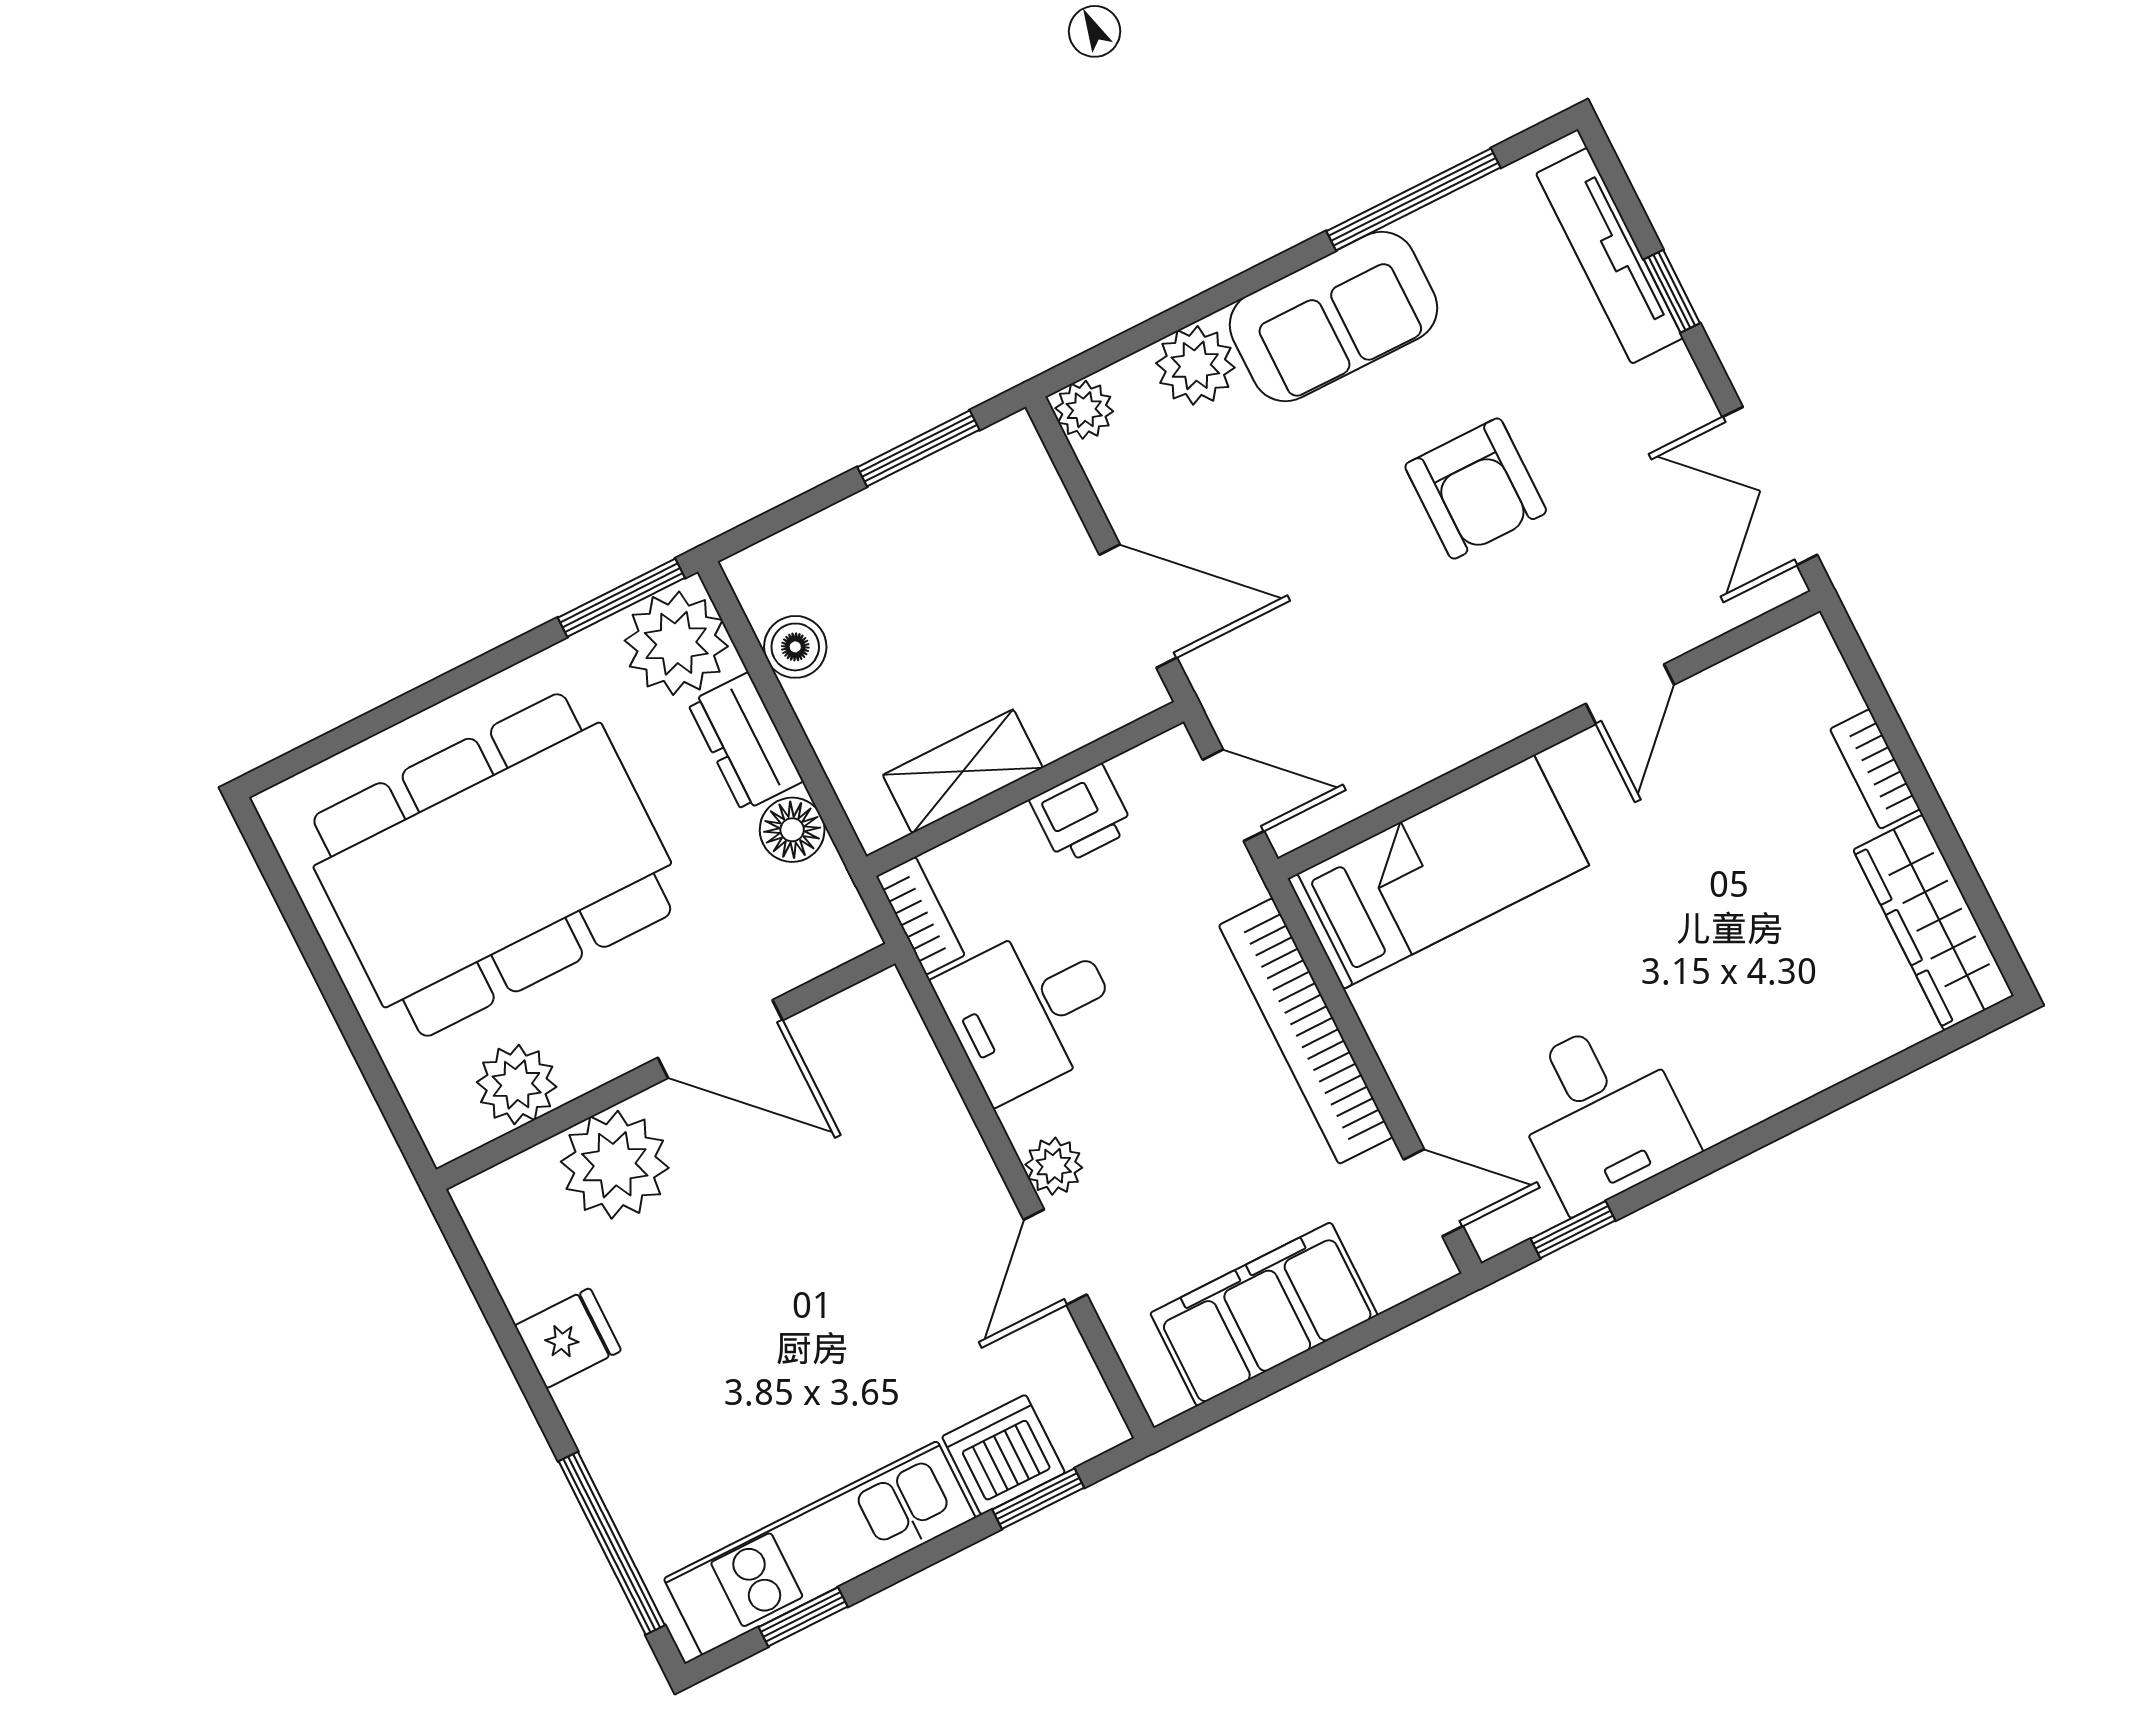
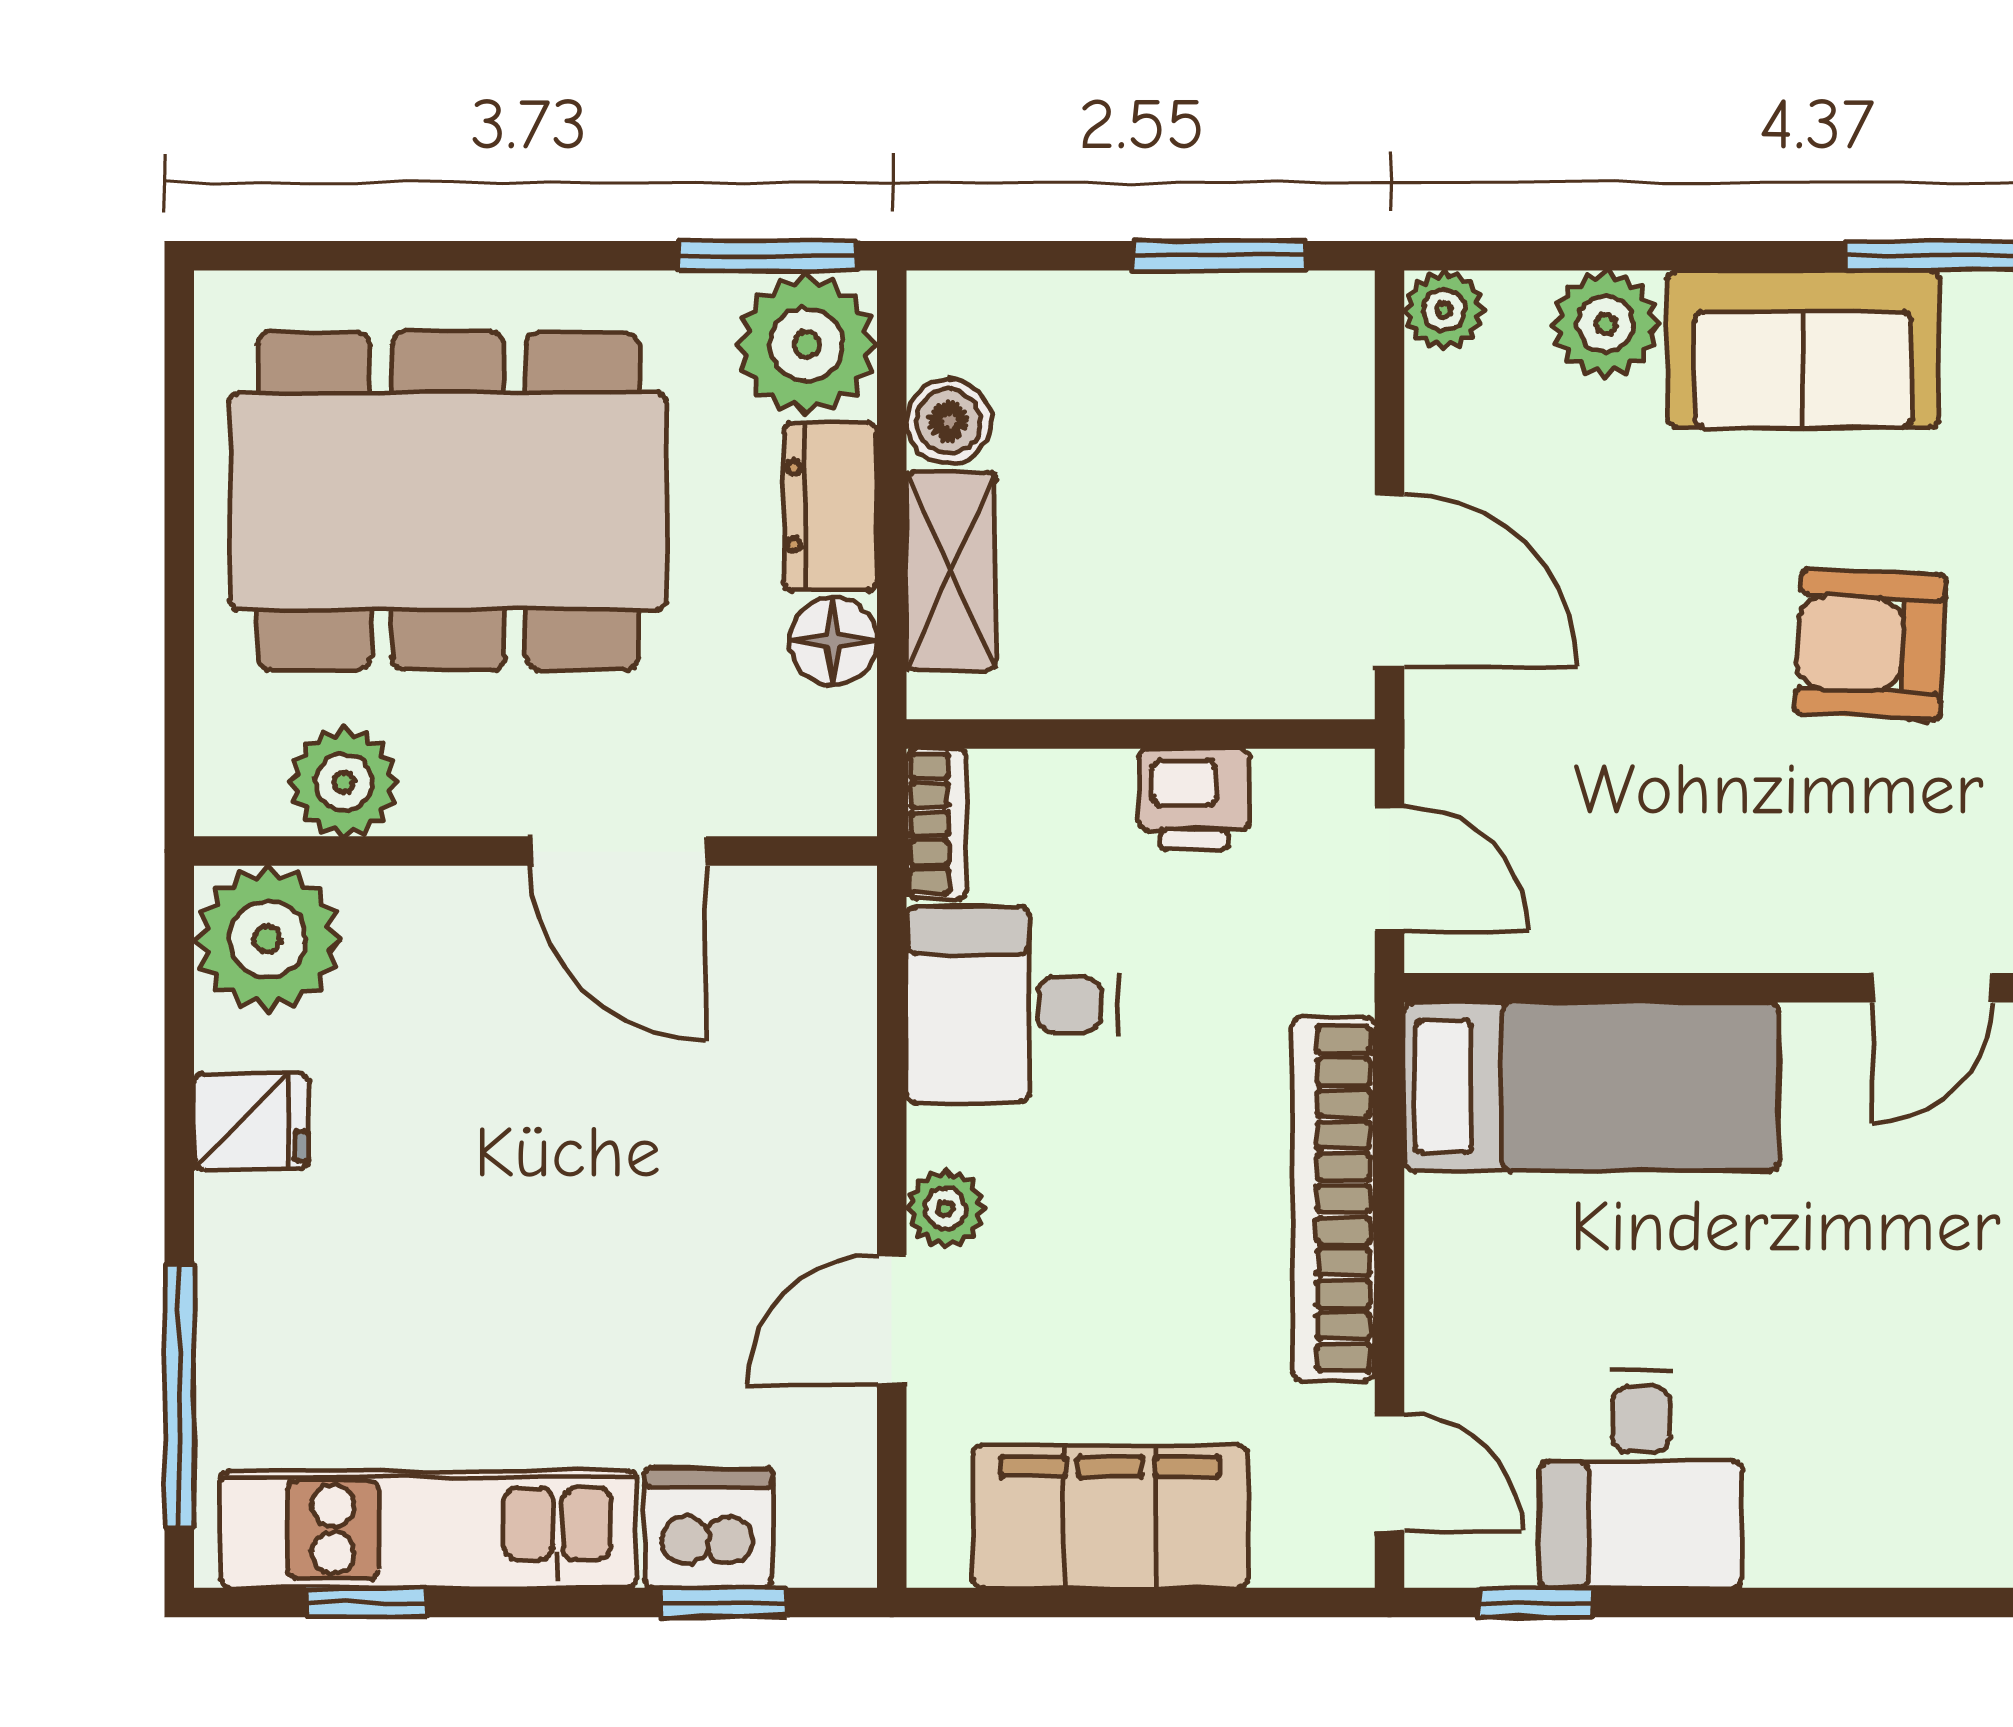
armchair: (1476, 489) -> (1870, 644), turned 93
shelving: (963, 771) -> (951, 571), moved, turned 90
plant: (615, 1165) -> (268, 939), moved

